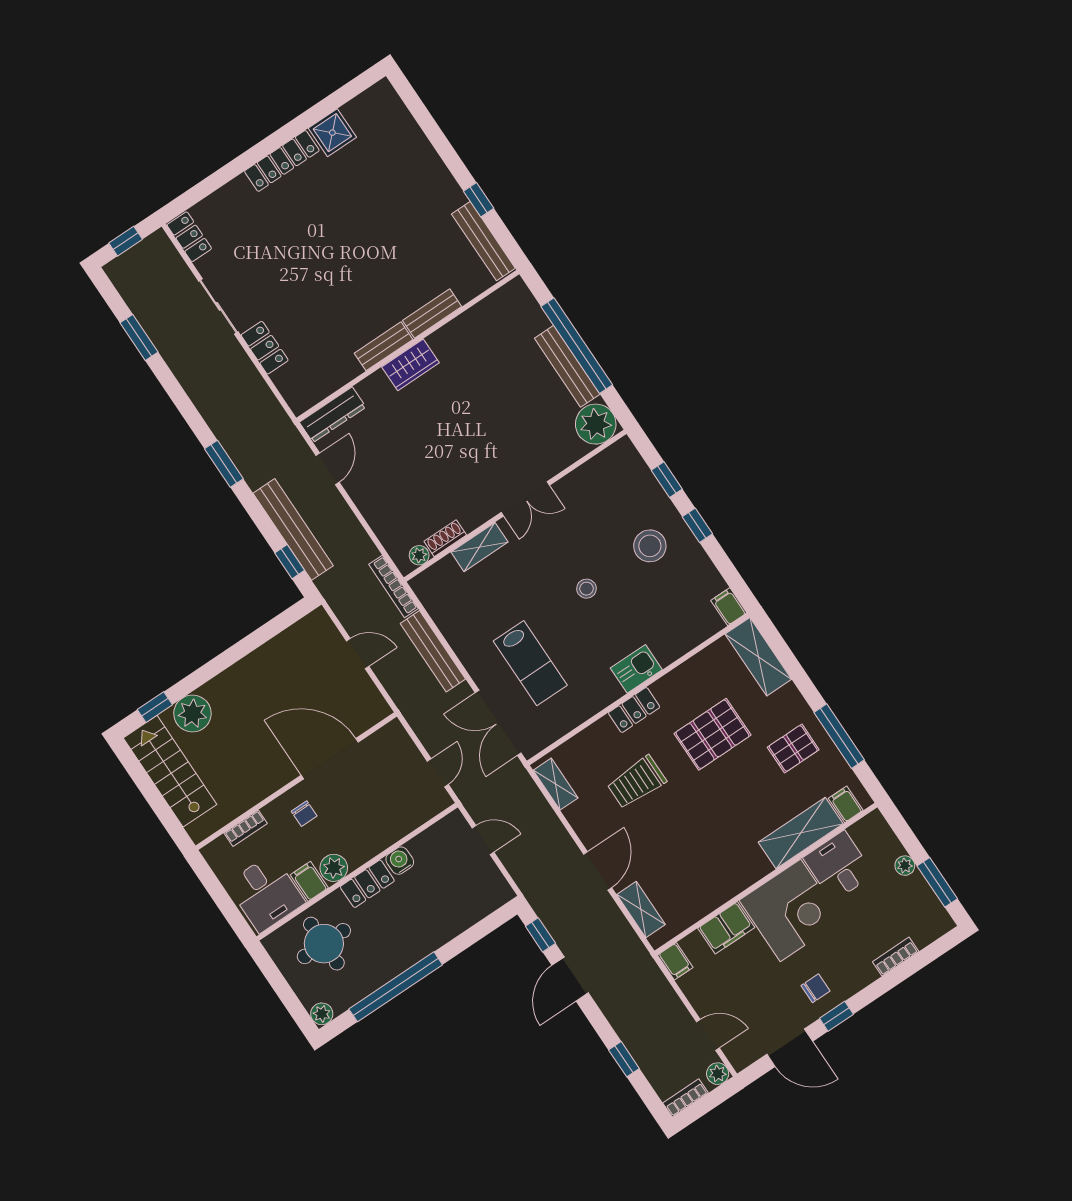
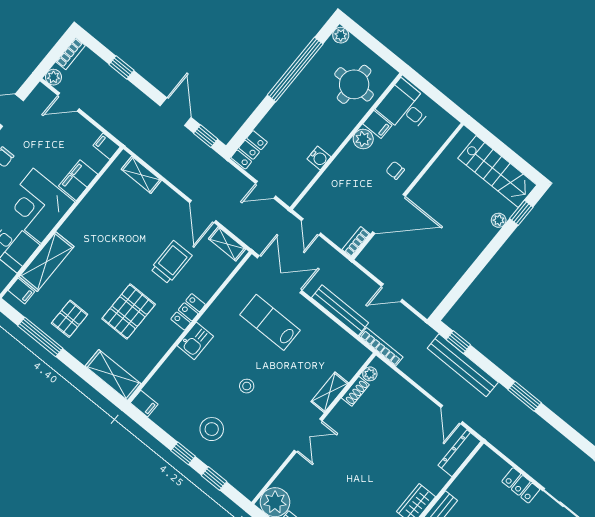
double door: (525, 499) -> (308, 435), swing flipped
plant: (192, 714) -> (499, 220), width x0.53, depth x0.53
bookcase: (246, 828) -> (356, 242), moved
door: (598, 871) -> (203, 212), moved
locker: (367, 884) -> (249, 150), moved, turned 180

